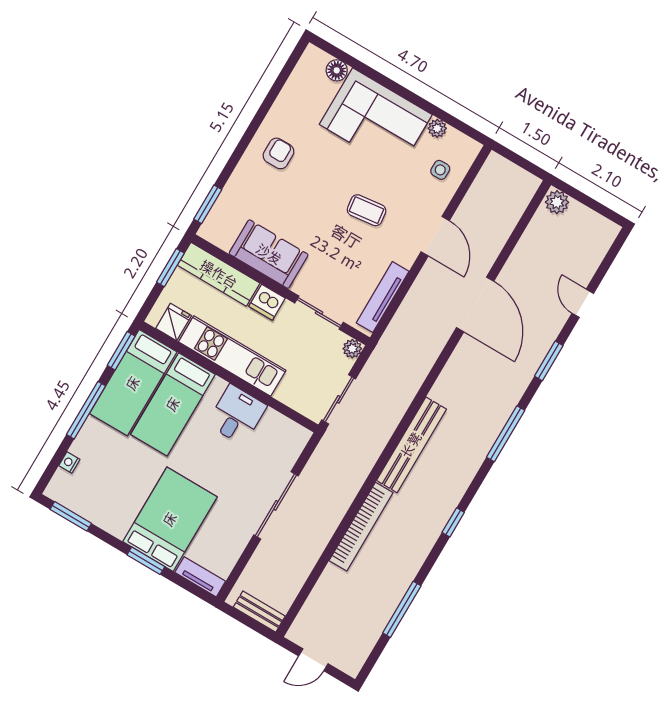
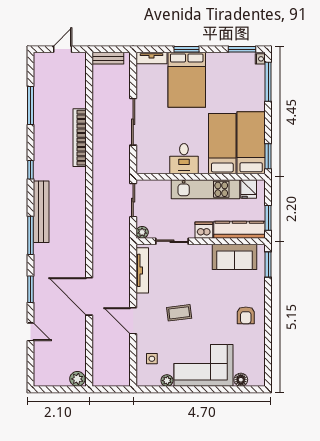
sofa: (269, 254) -> (234, 257), moved
window: (86, 410) -> (268, 82), moved
bench: (411, 445) -> (41, 212), moved
nightstand: (69, 463) -> (260, 59), moved

